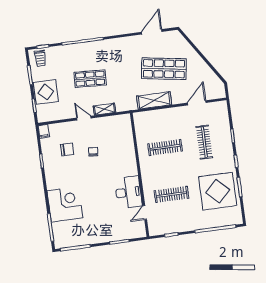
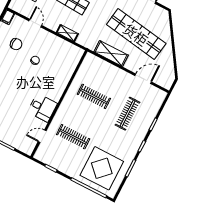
shop shelf: (164, 69) -> (136, 34), width x1.40
door: (84, 118) -> (35, 23), moved
display table: (218, 191) -> (102, 168), moved
desk: (128, 192) -> (42, 108), width x0.73

